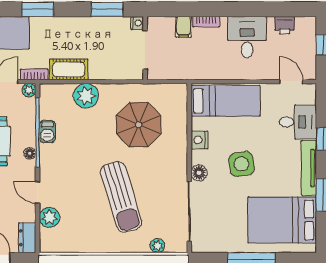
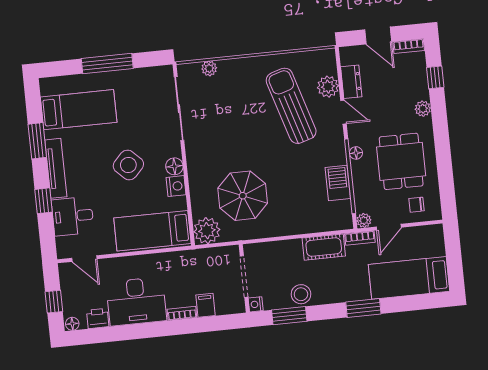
floor lamp: (309, 22) -> (72, 324), added
stool: (94, 28) -> (301, 294), added
desk: (247, 37) -> (136, 301), width x1.37
plant: (86, 96) -> (207, 231), moved
barbecue: (47, 132) -> (338, 183), width x1.38, depth x1.27
side table: (241, 164) -> (128, 165), turned -37
floor lamp: (199, 173) -> (174, 166), moved
sun lounger: (121, 197) -> (291, 106), moved
bed: (282, 220) -> (79, 110), width x0.67
dresser: (27, 238) -> (351, 82), moved

